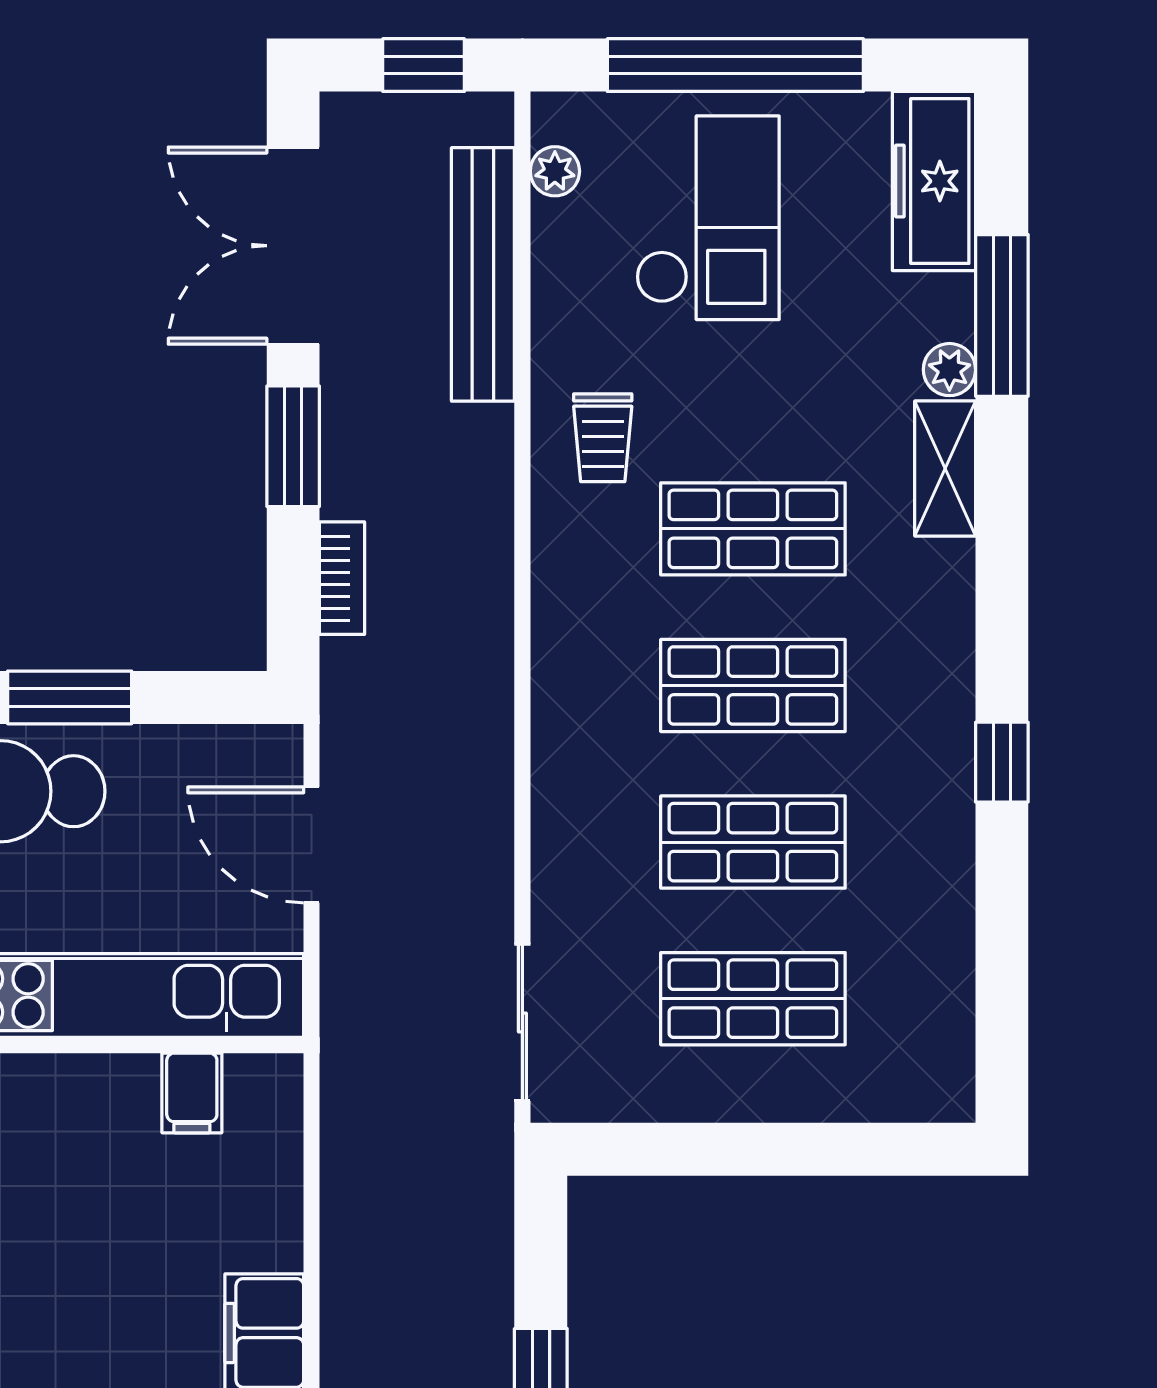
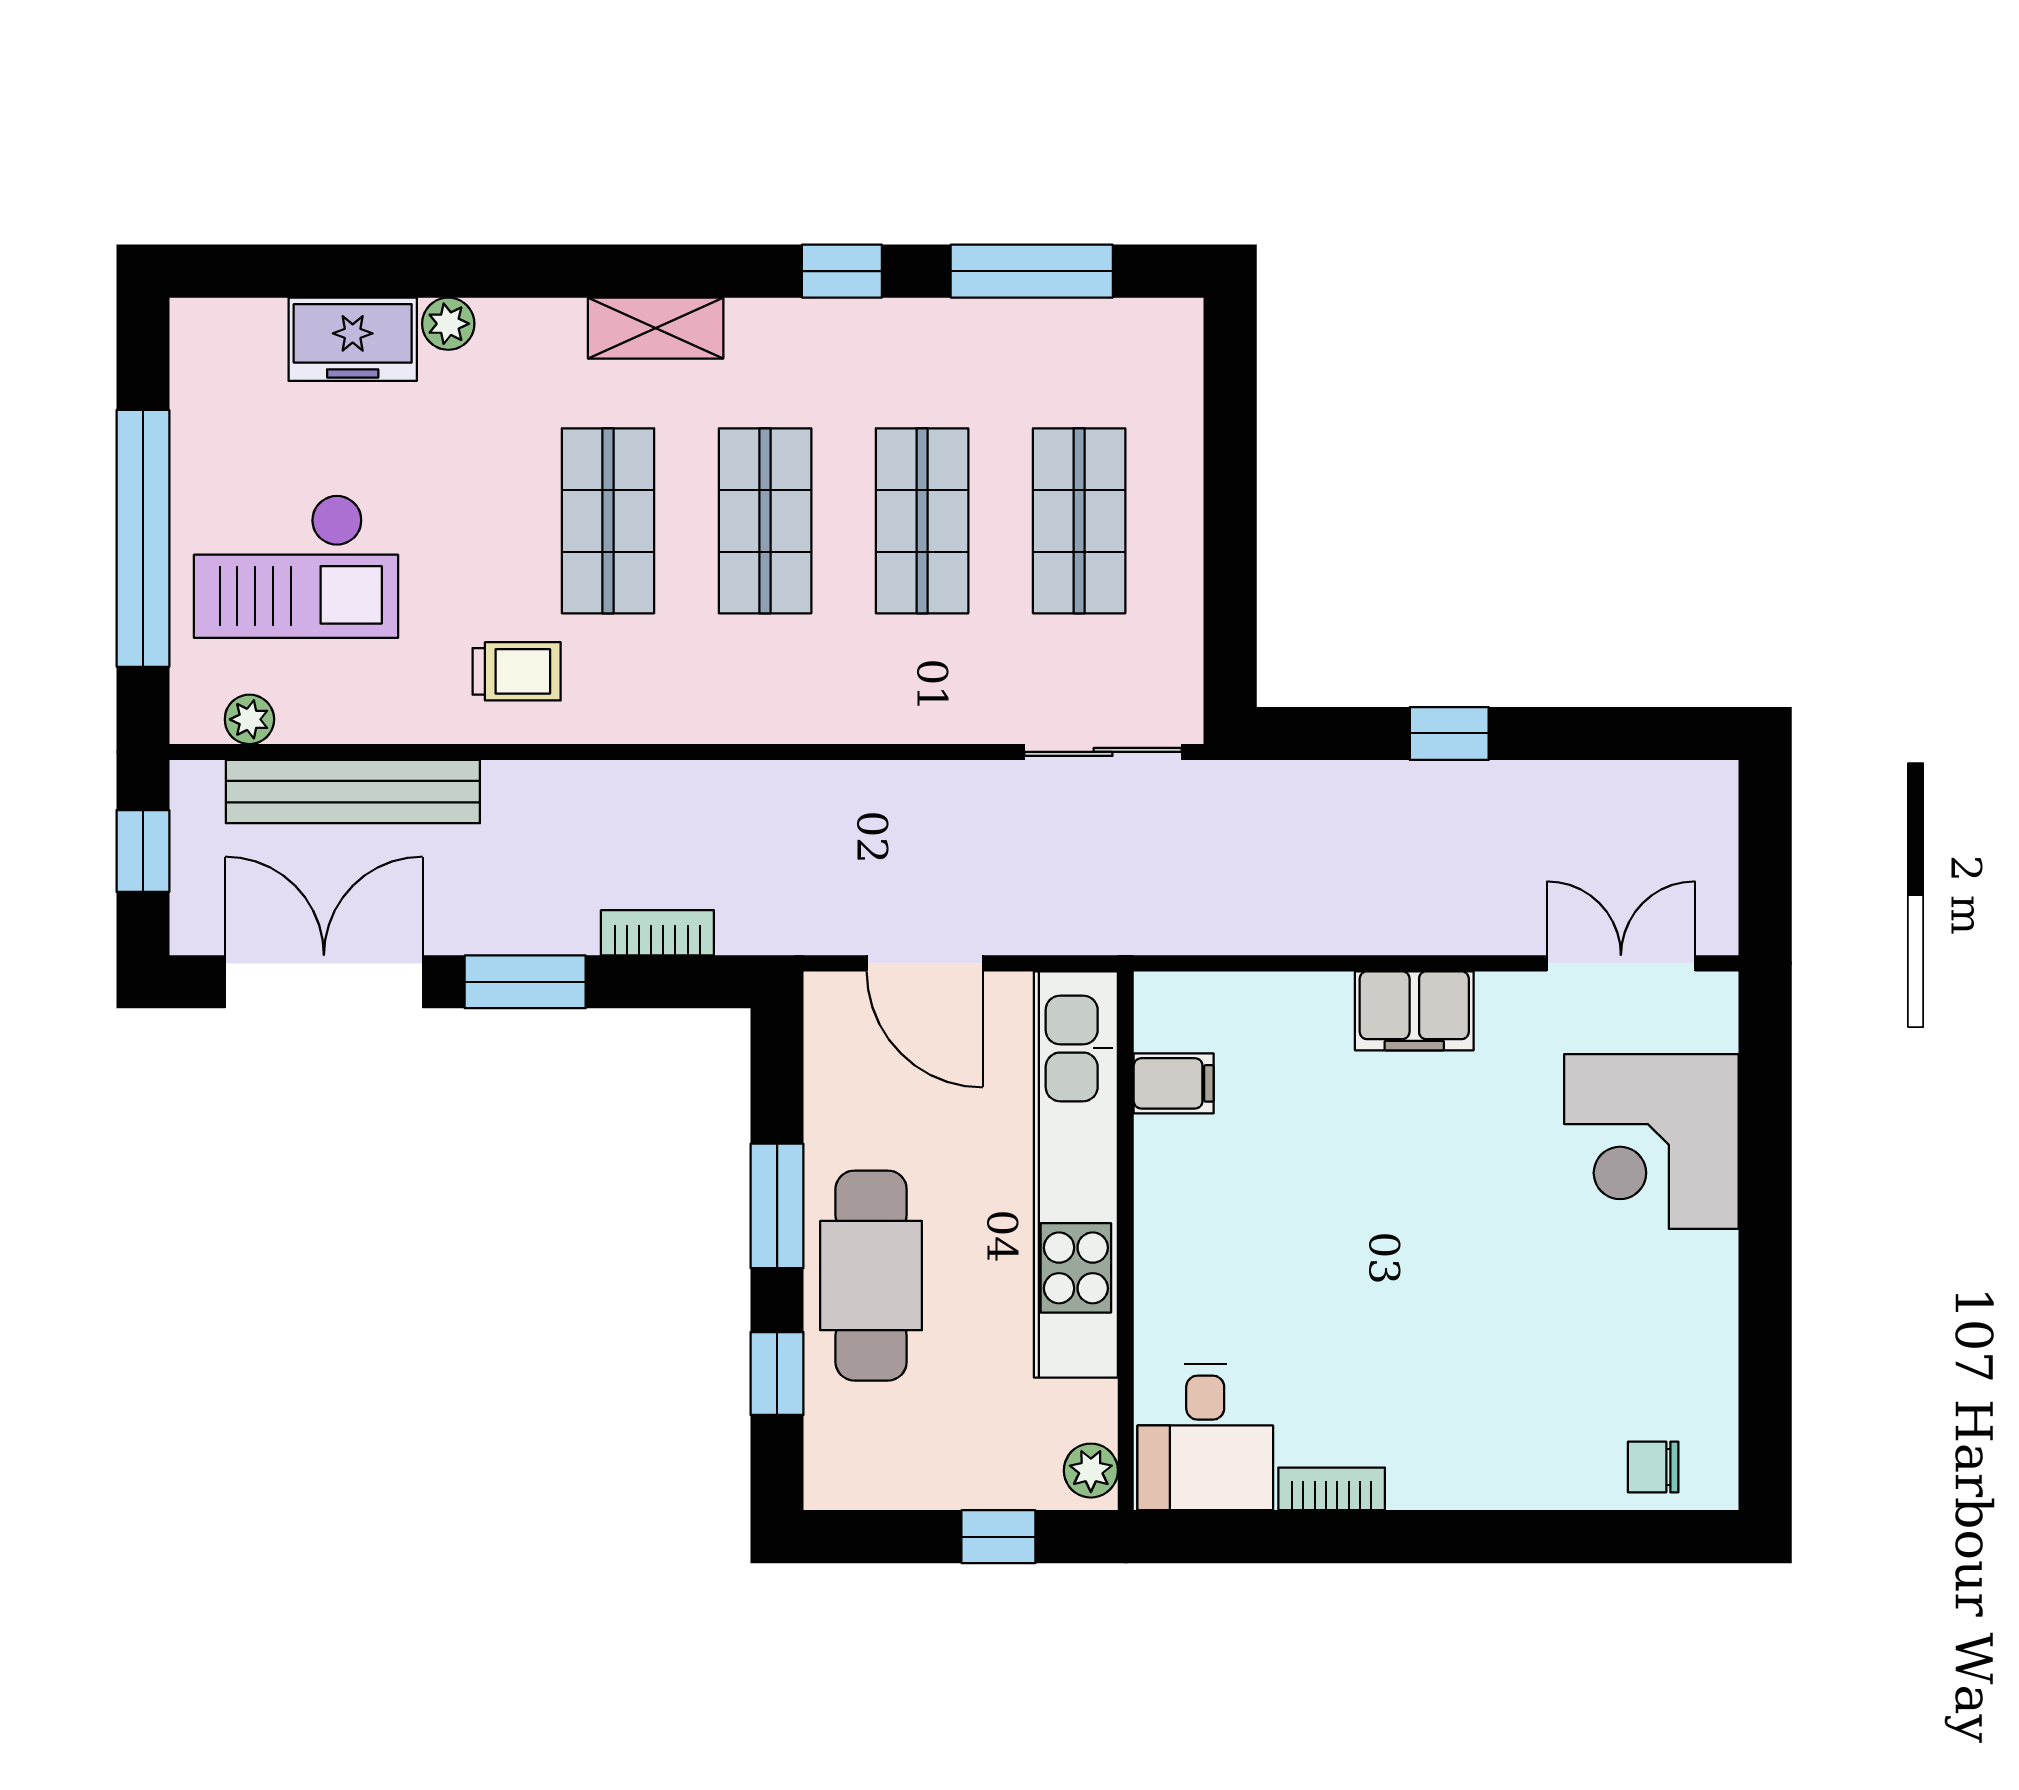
freezer: (934, 181) -> (353, 339), moved, width x0.71
checkout: (708, 218) -> (296, 566), turned 180
double door: (293, 246) -> (324, 982), swing flipped
window: (1002, 315) -> (1032, 271), moved
shelving: (945, 468) -> (656, 328), moved
door: (312, 845) -> (925, 963), hinge flipped

